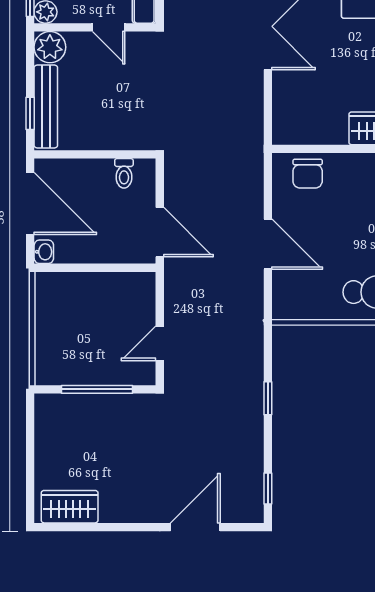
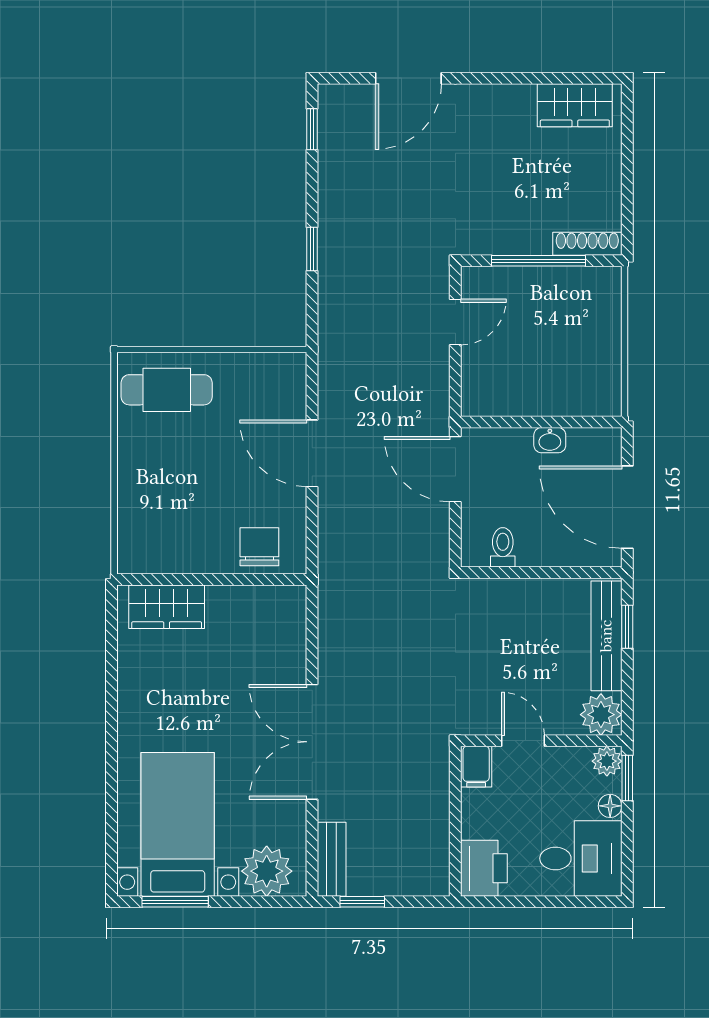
washbasin: (44, 252) -> (550, 440), moved, turned -90
shoe rack: (60, 402) -> (587, 244), added

